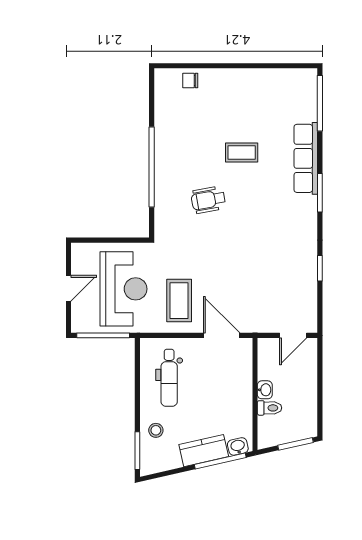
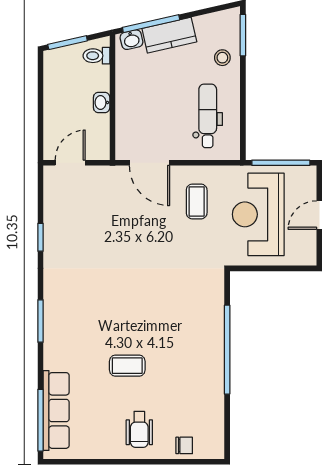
row of seats: (306, 158) -> (56, 410), moved
wheelchair: (208, 200) -> (139, 429), moved, turned 100
coffee table: (179, 301) -> (197, 201), width x0.73, depth x0.77
toilet: (269, 408) -> (96, 56), moved

